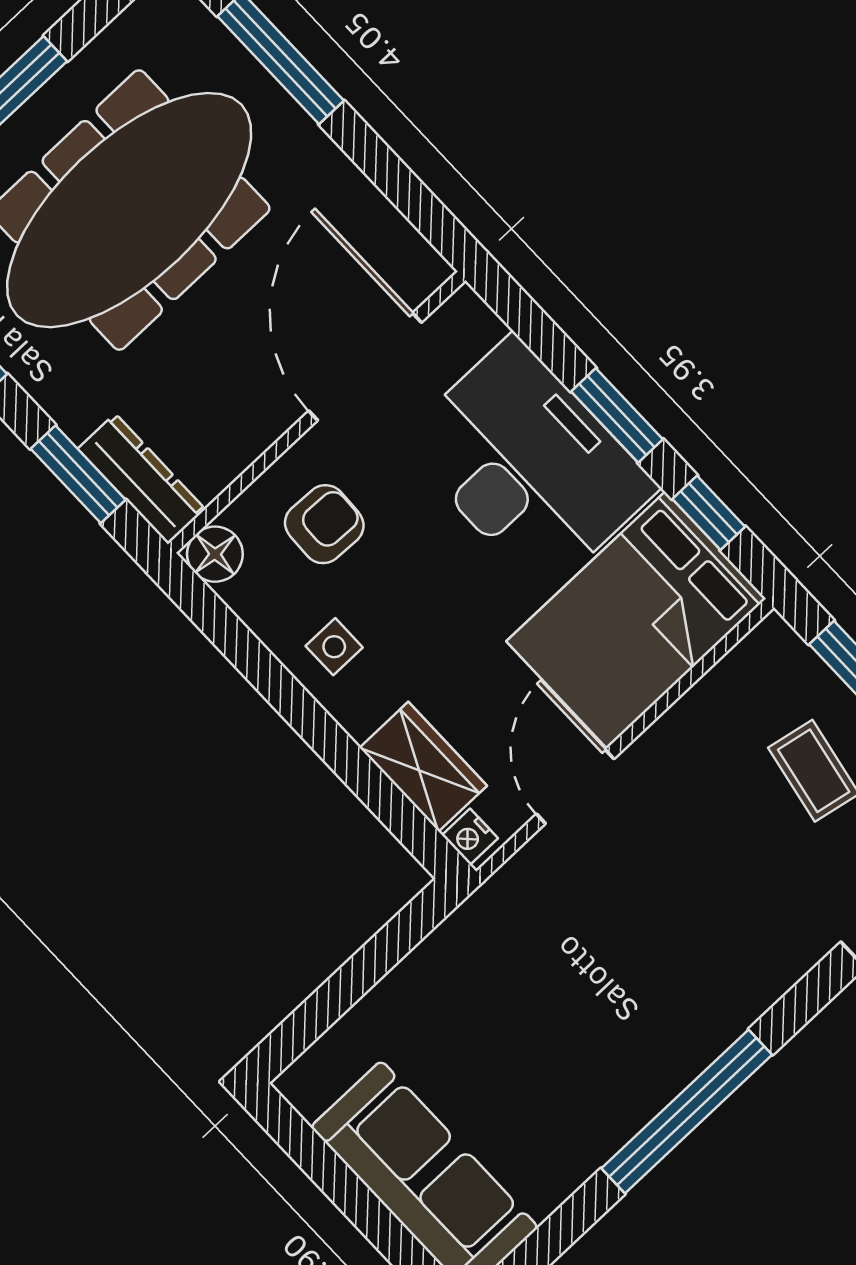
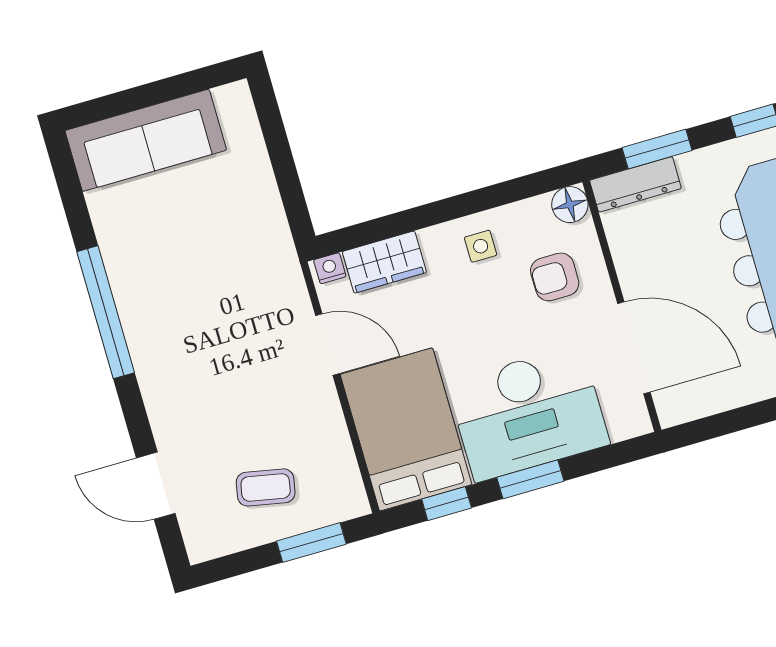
armchair: (324, 524) -> (555, 277), turned 88

